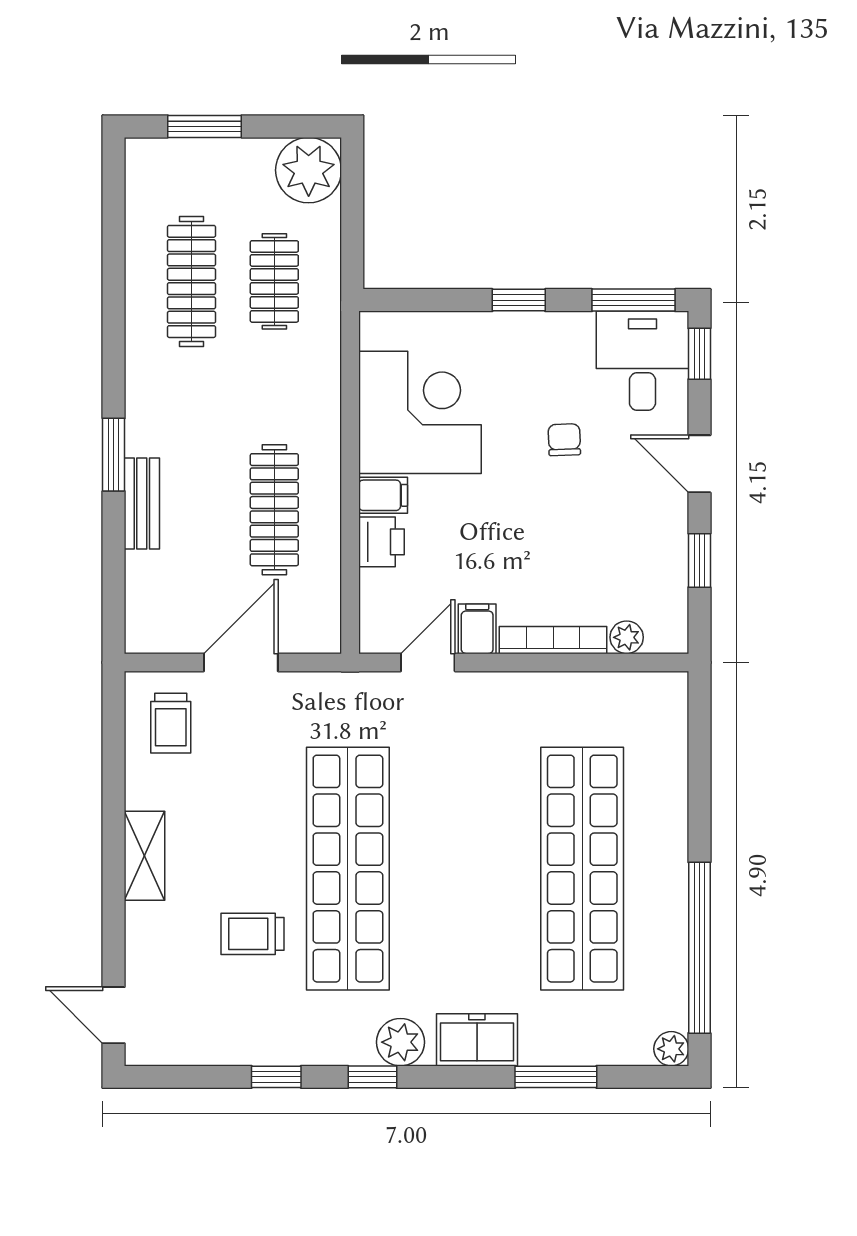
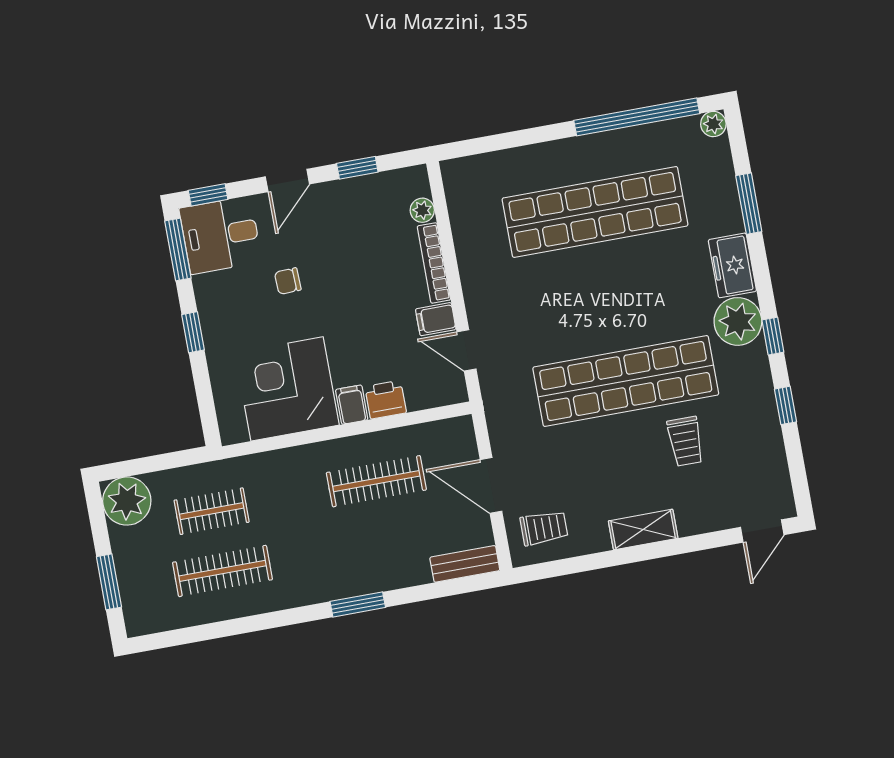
bench: (142, 503) -> (465, 564), moved
plant: (400, 1042) -> (738, 321), width x1.36, depth x1.36

